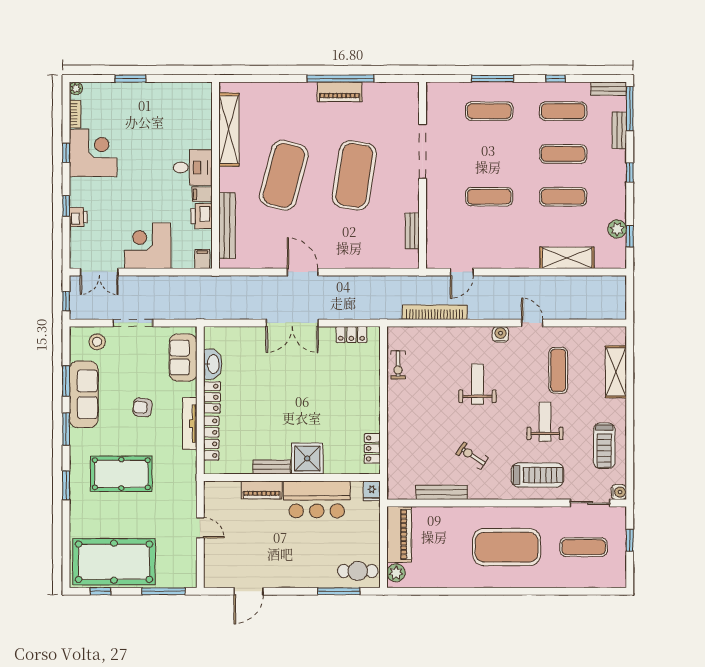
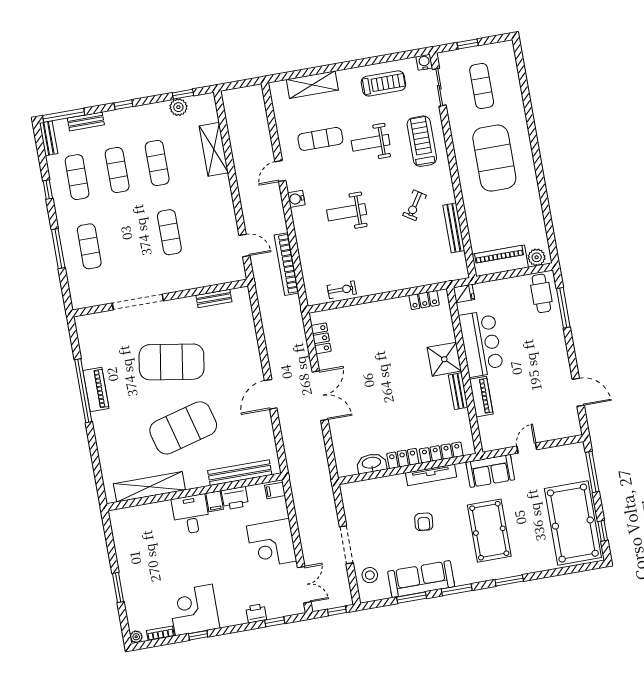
exercise mat: (284, 175) -> (183, 428), turned -30
window: (66, 206) -> (275, 622), moved
sofa: (183, 358) -> (490, 471), moved

